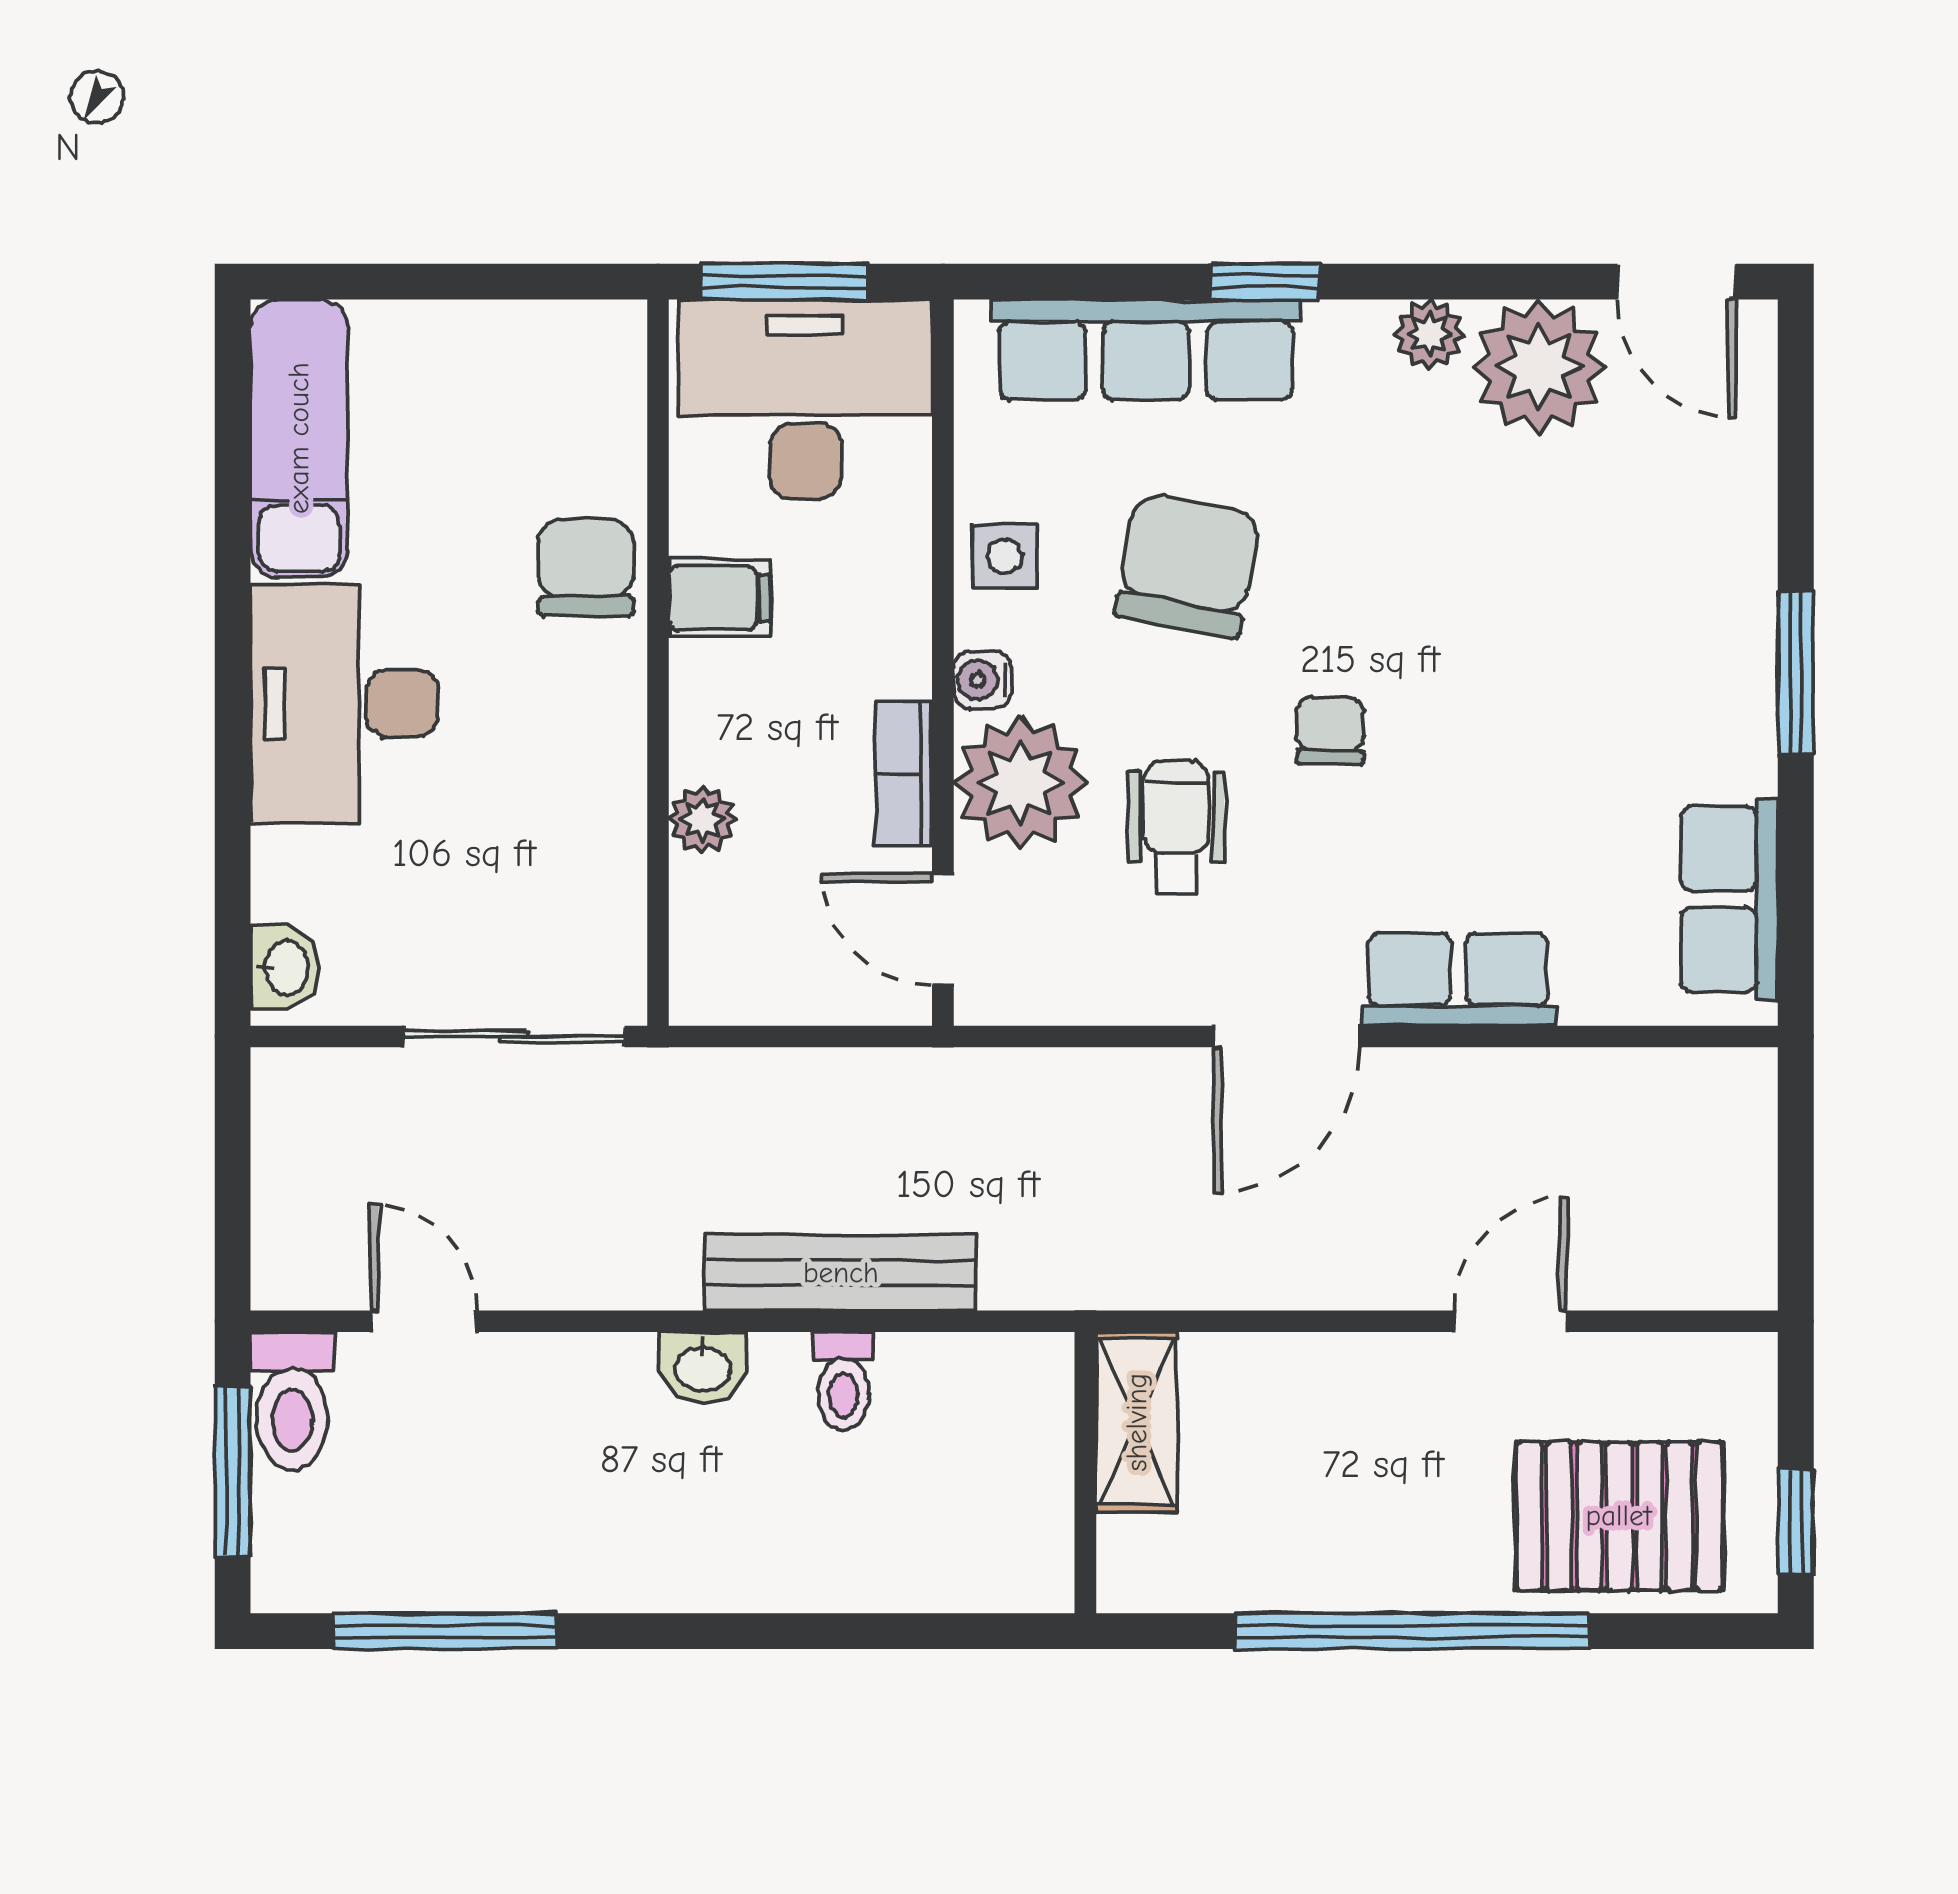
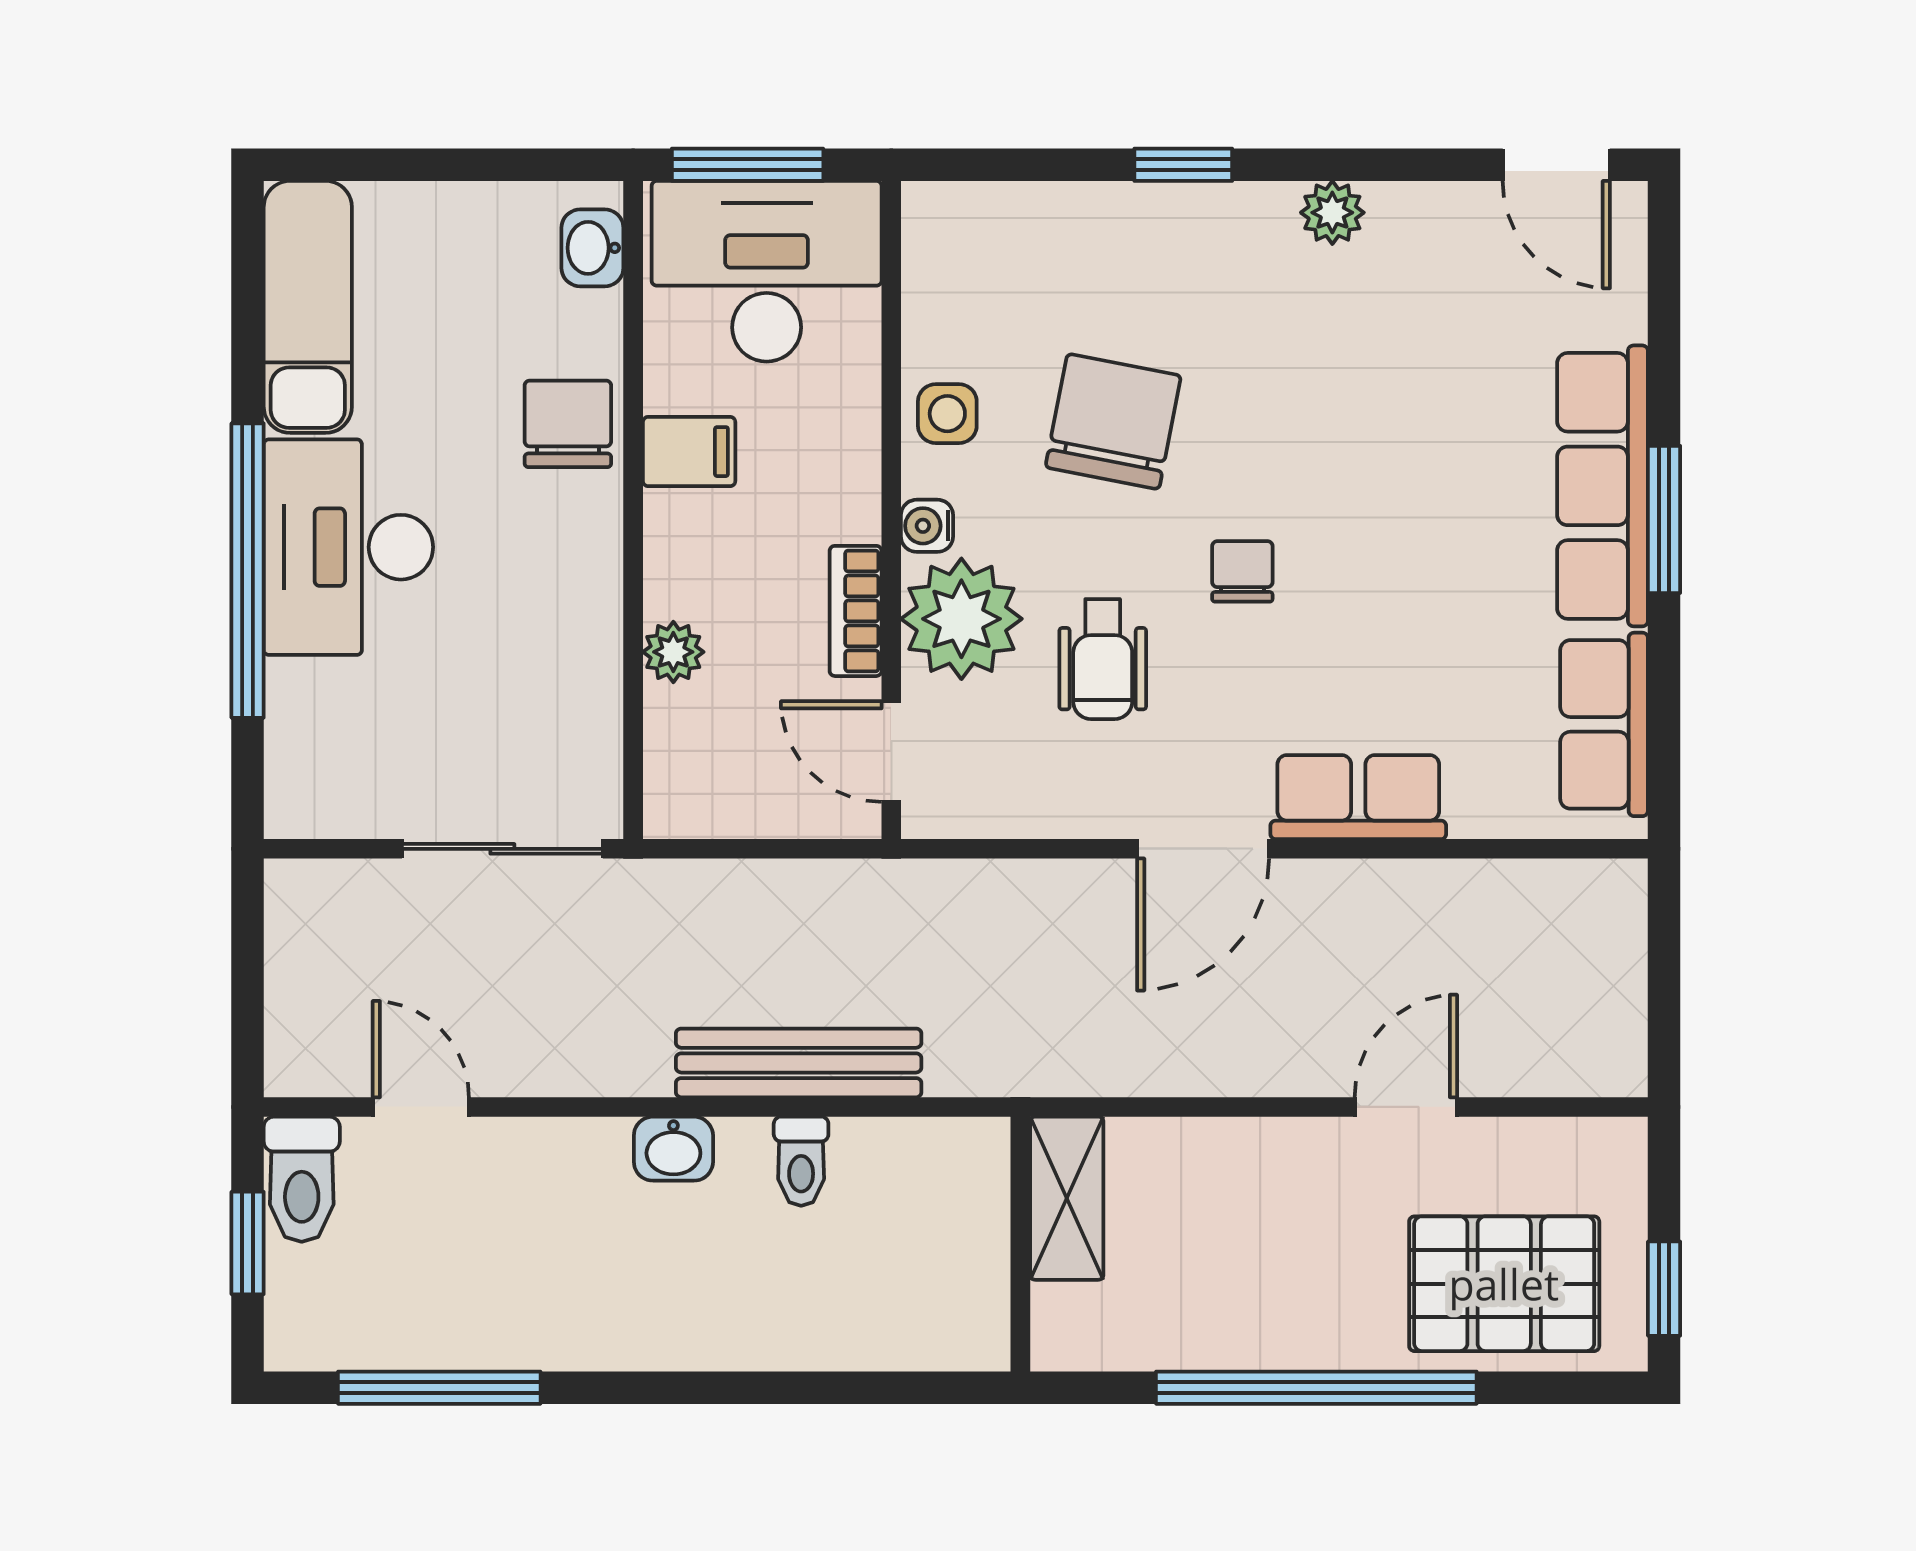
row of seats: (1146, 350) -> (1603, 486), moved, turned 90
plant: (1539, 367) -> (1431, 242), removed
window: (233, 729) -> (248, 571), added
wheelchair: (1176, 827) -> (1103, 659), turned 180
washbasin: (285, 968) -> (592, 248), moved, turned 180
window: (233, 1471) -> (248, 1243), width x0.67

